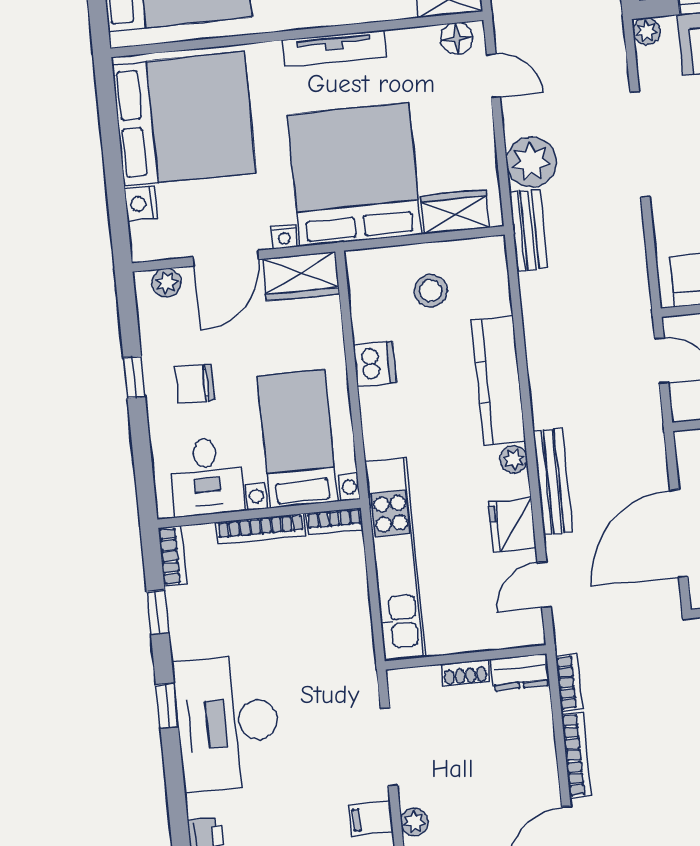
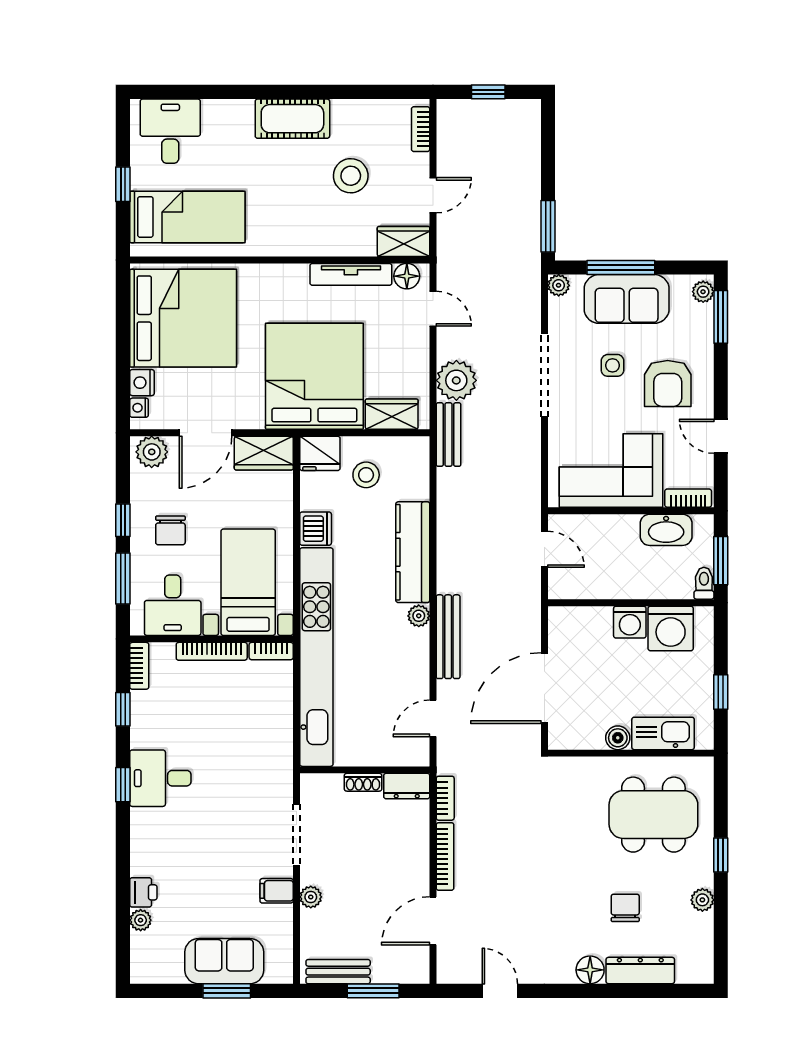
tv unit: (334, 49) -> (351, 274), moved
nightstand: (284, 237) -> (139, 408), moved, turned 90
plant: (166, 283) -> (152, 452), width x1.38, depth x1.38
chair: (195, 384) -> (170, 530), turned -90
window: (141, 450) -> (123, 579), added
fridge: (512, 525) -> (320, 453), moved, turned -90
kitchen unit: (395, 559) -> (316, 657), width x1.36
desk: (227, 723) -> (160, 778), width x0.53, depth x0.77

